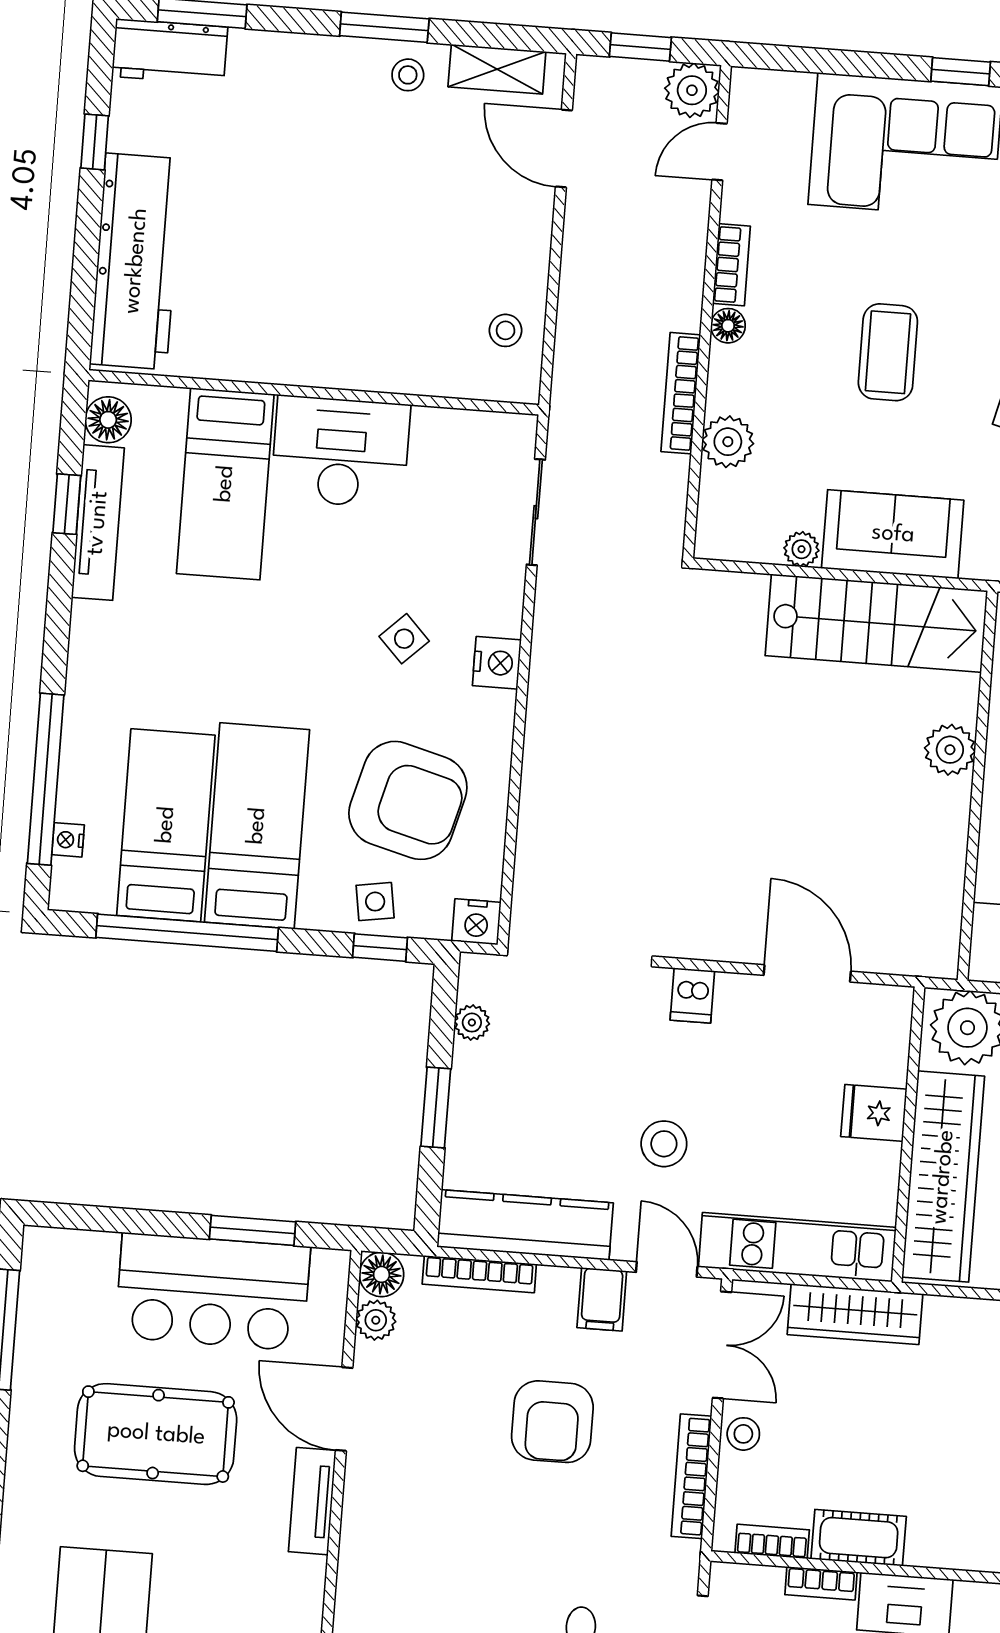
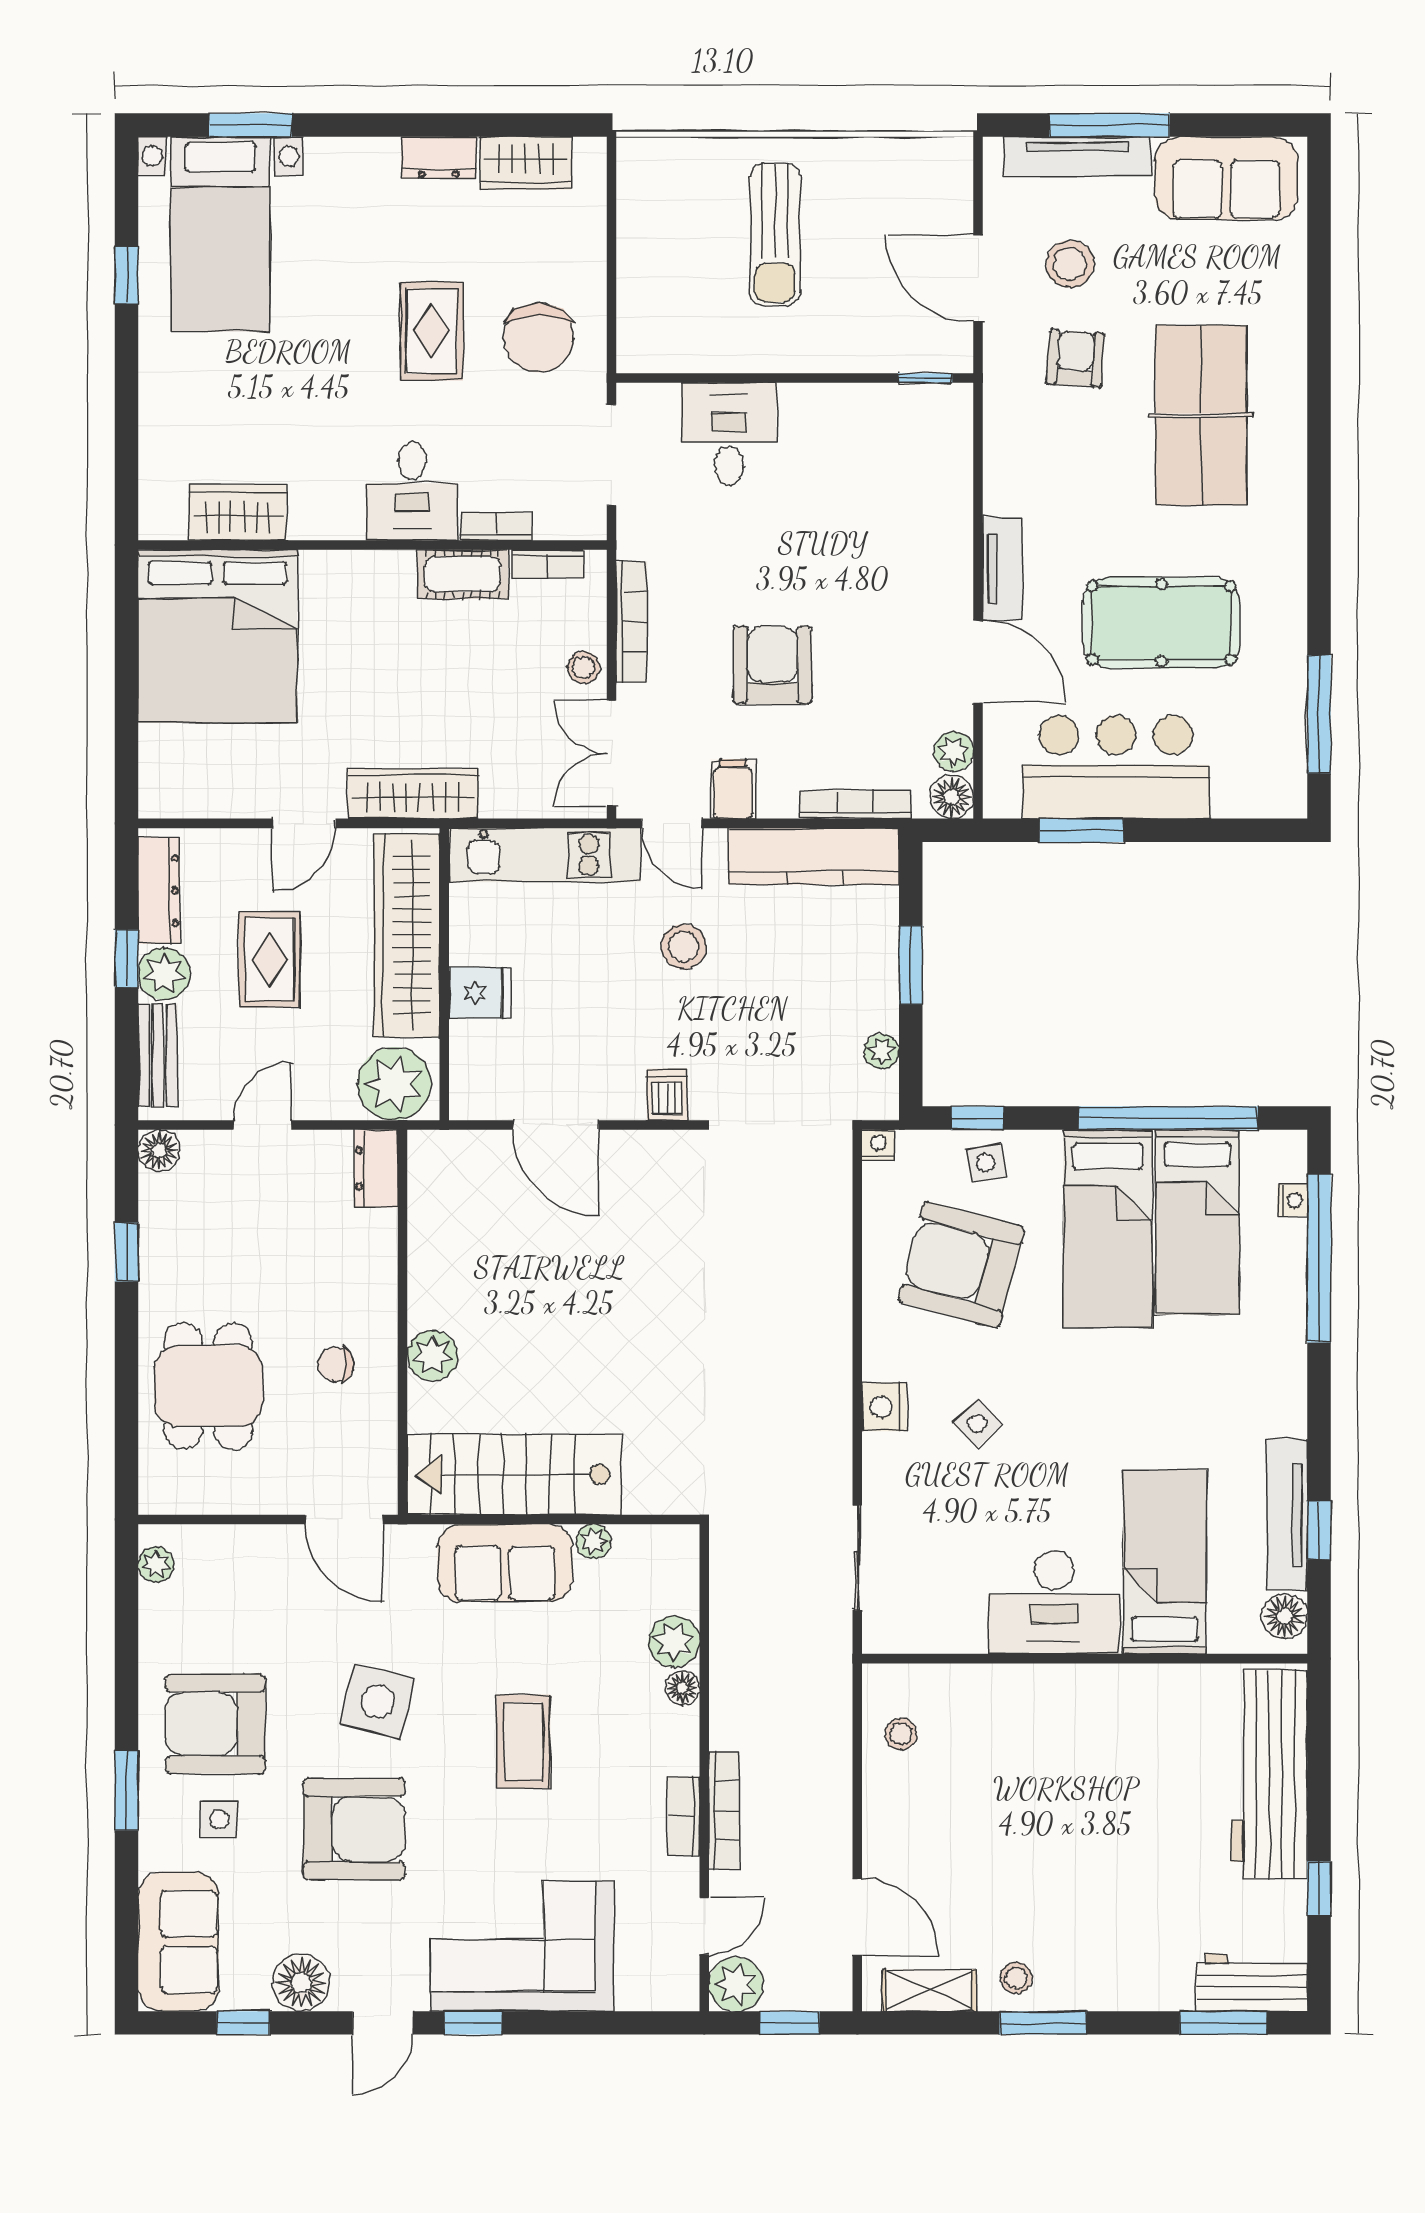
floor lamp: (728, 326) -> (683, 1688), moved
bookcase: (681, 393) -> (724, 1810), moved
nightstand: (476, 922) -> (878, 1145), width x0.72, depth x0.74
wardrobe: (855, 1314) -> (413, 794), moved

